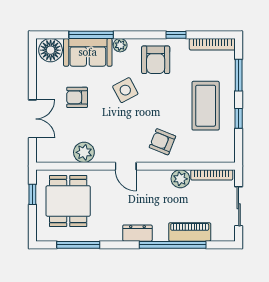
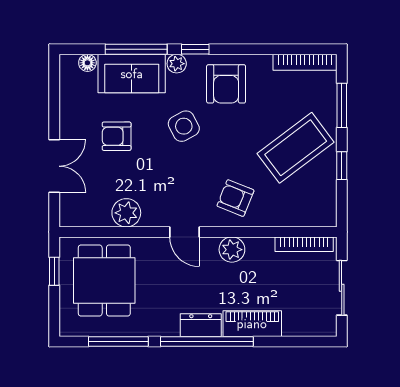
window: (176, 35) -> (195, 49), moved
floor lamp: (51, 50) -> (87, 63), width x0.53, depth x0.53
coffee table: (206, 106) -> (296, 148), turned 53
plant: (180, 179) -> (232, 250), moved
piano: (190, 232) -> (252, 324), moved
window: (173, 245) -> (207, 341), moved

